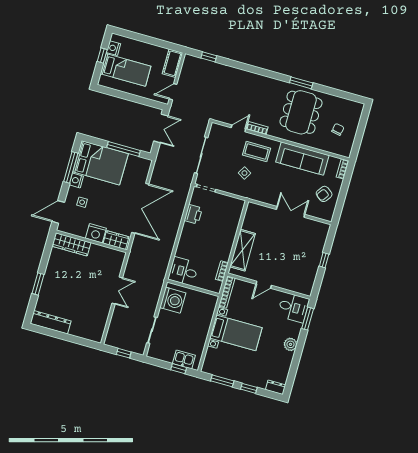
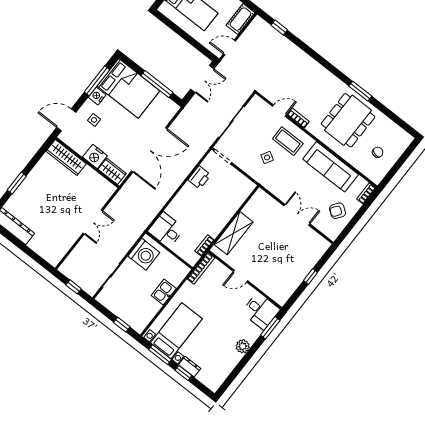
bed with nightstands: (236, 333) -> (176, 331), moved, turned -90
kitchen sink: (184, 359) -> (164, 292), moved, turned -90
dresser: (276, 387) -> (190, 367), moved

